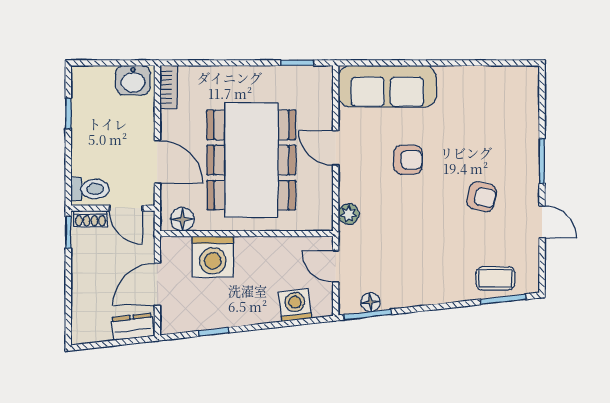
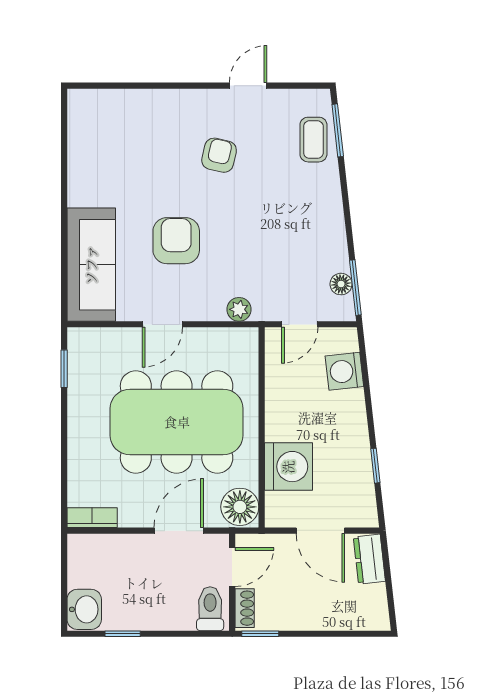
washbasin: (133, 80) -> (84, 609), moved
armchair: (408, 160) -> (176, 241), width x1.38, depth x1.38
window: (542, 161) -> (178, 86), removed
floor lamp: (182, 219) -> (240, 507), width x1.38, depth x1.38

